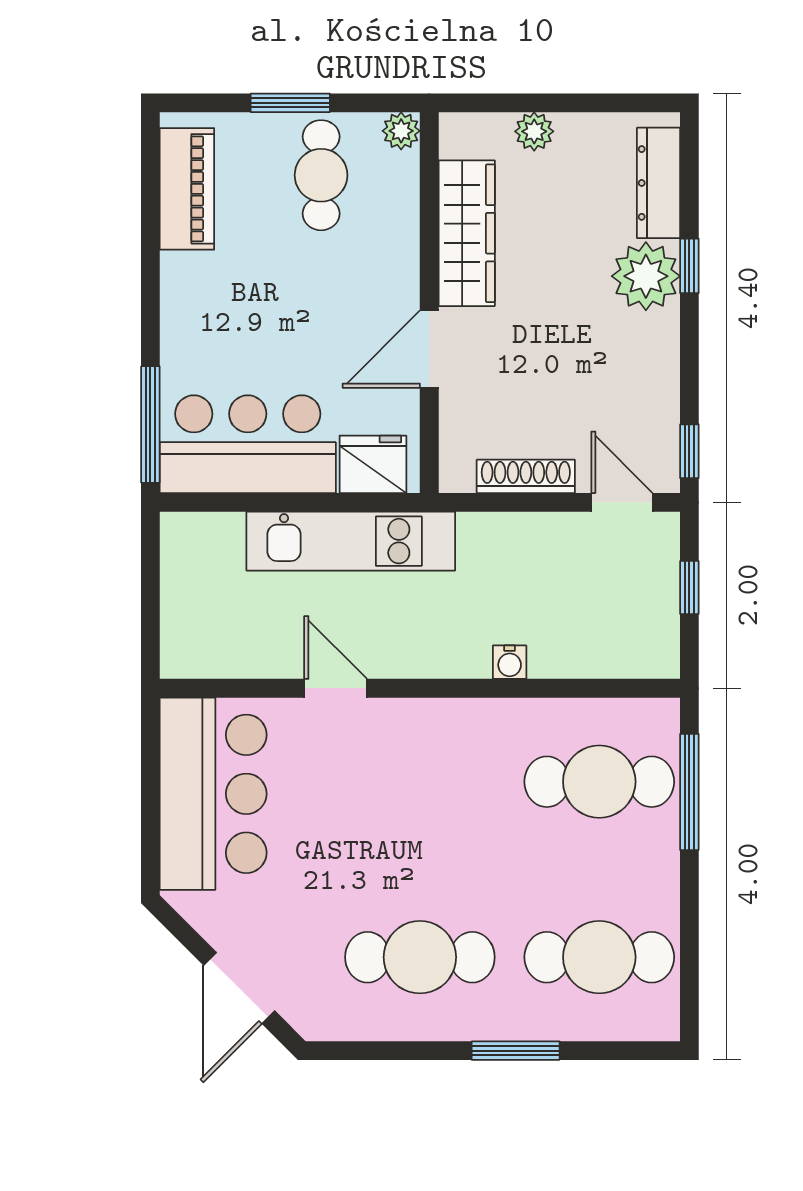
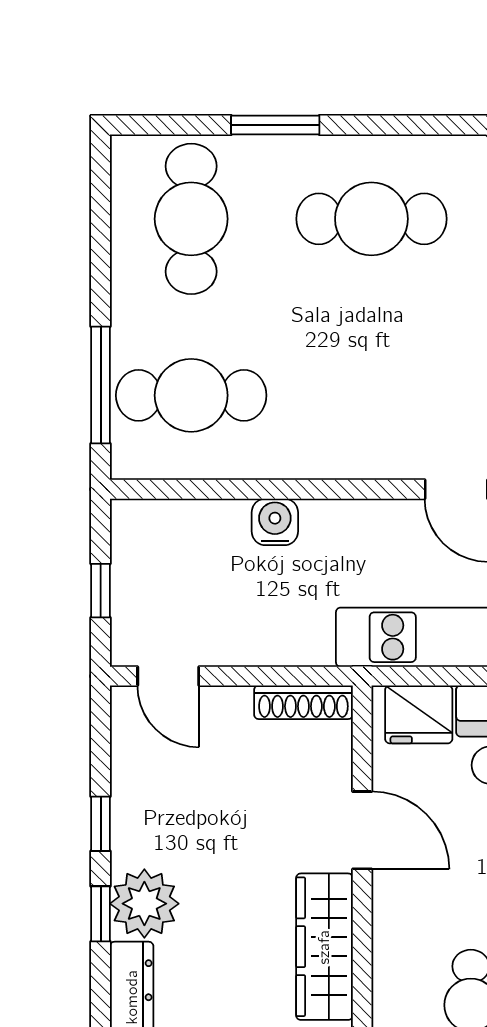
door: (429, 349) -> (362, 830), hinge flipped
window: (689, 451) -> (101, 824), moved
shoe rack: (526, 476) -> (303, 702), moved
water cooler: (510, 662) -> (275, 522), width x1.38, depth x1.38
cafe table: (599, 957) -> (191, 219), turned 90

